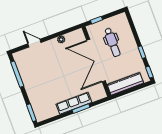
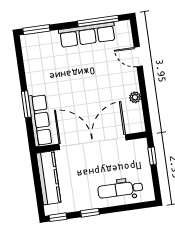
dental chair: (112, 42) -> (120, 190), moved
door: (34, 43) -> (138, 57), swing flipped
row of seats: (28, 79) -> (87, 35), added
row of seats: (74, 103) -> (40, 120), moved

